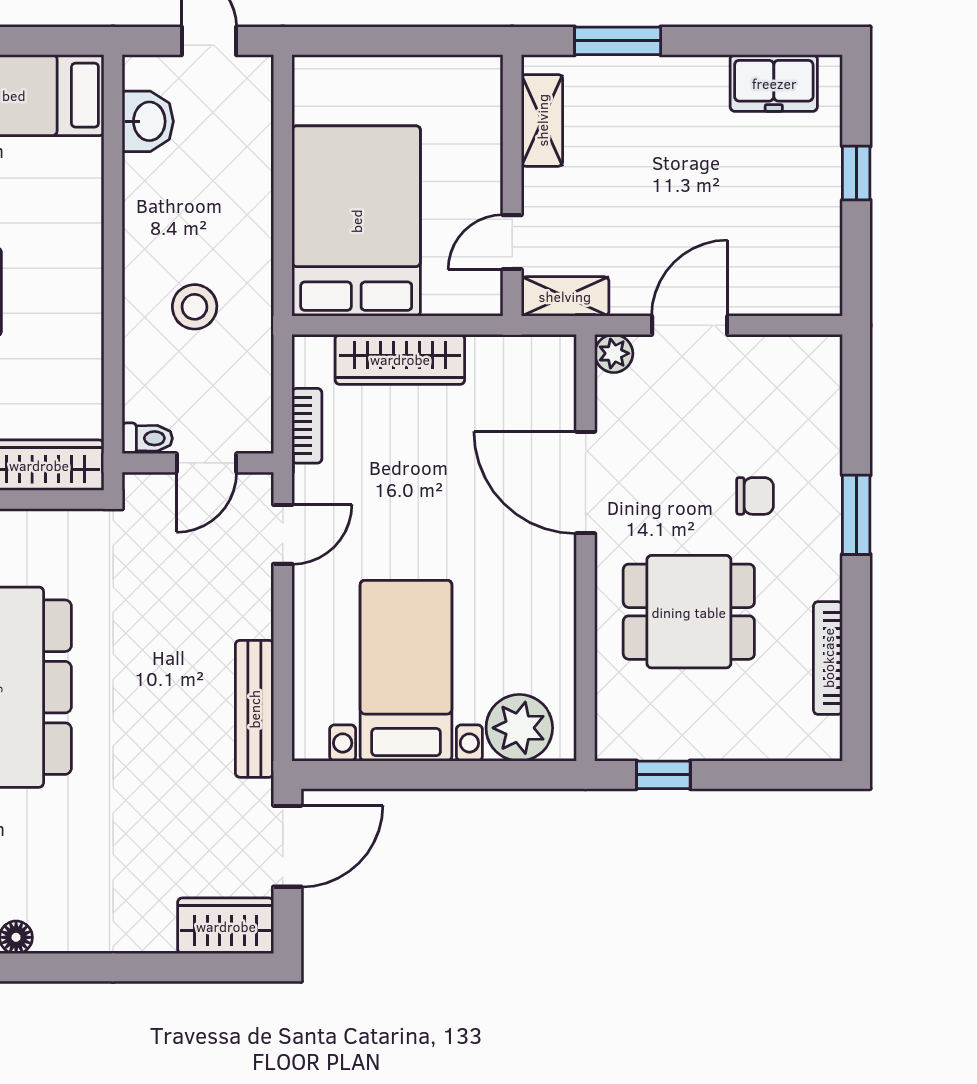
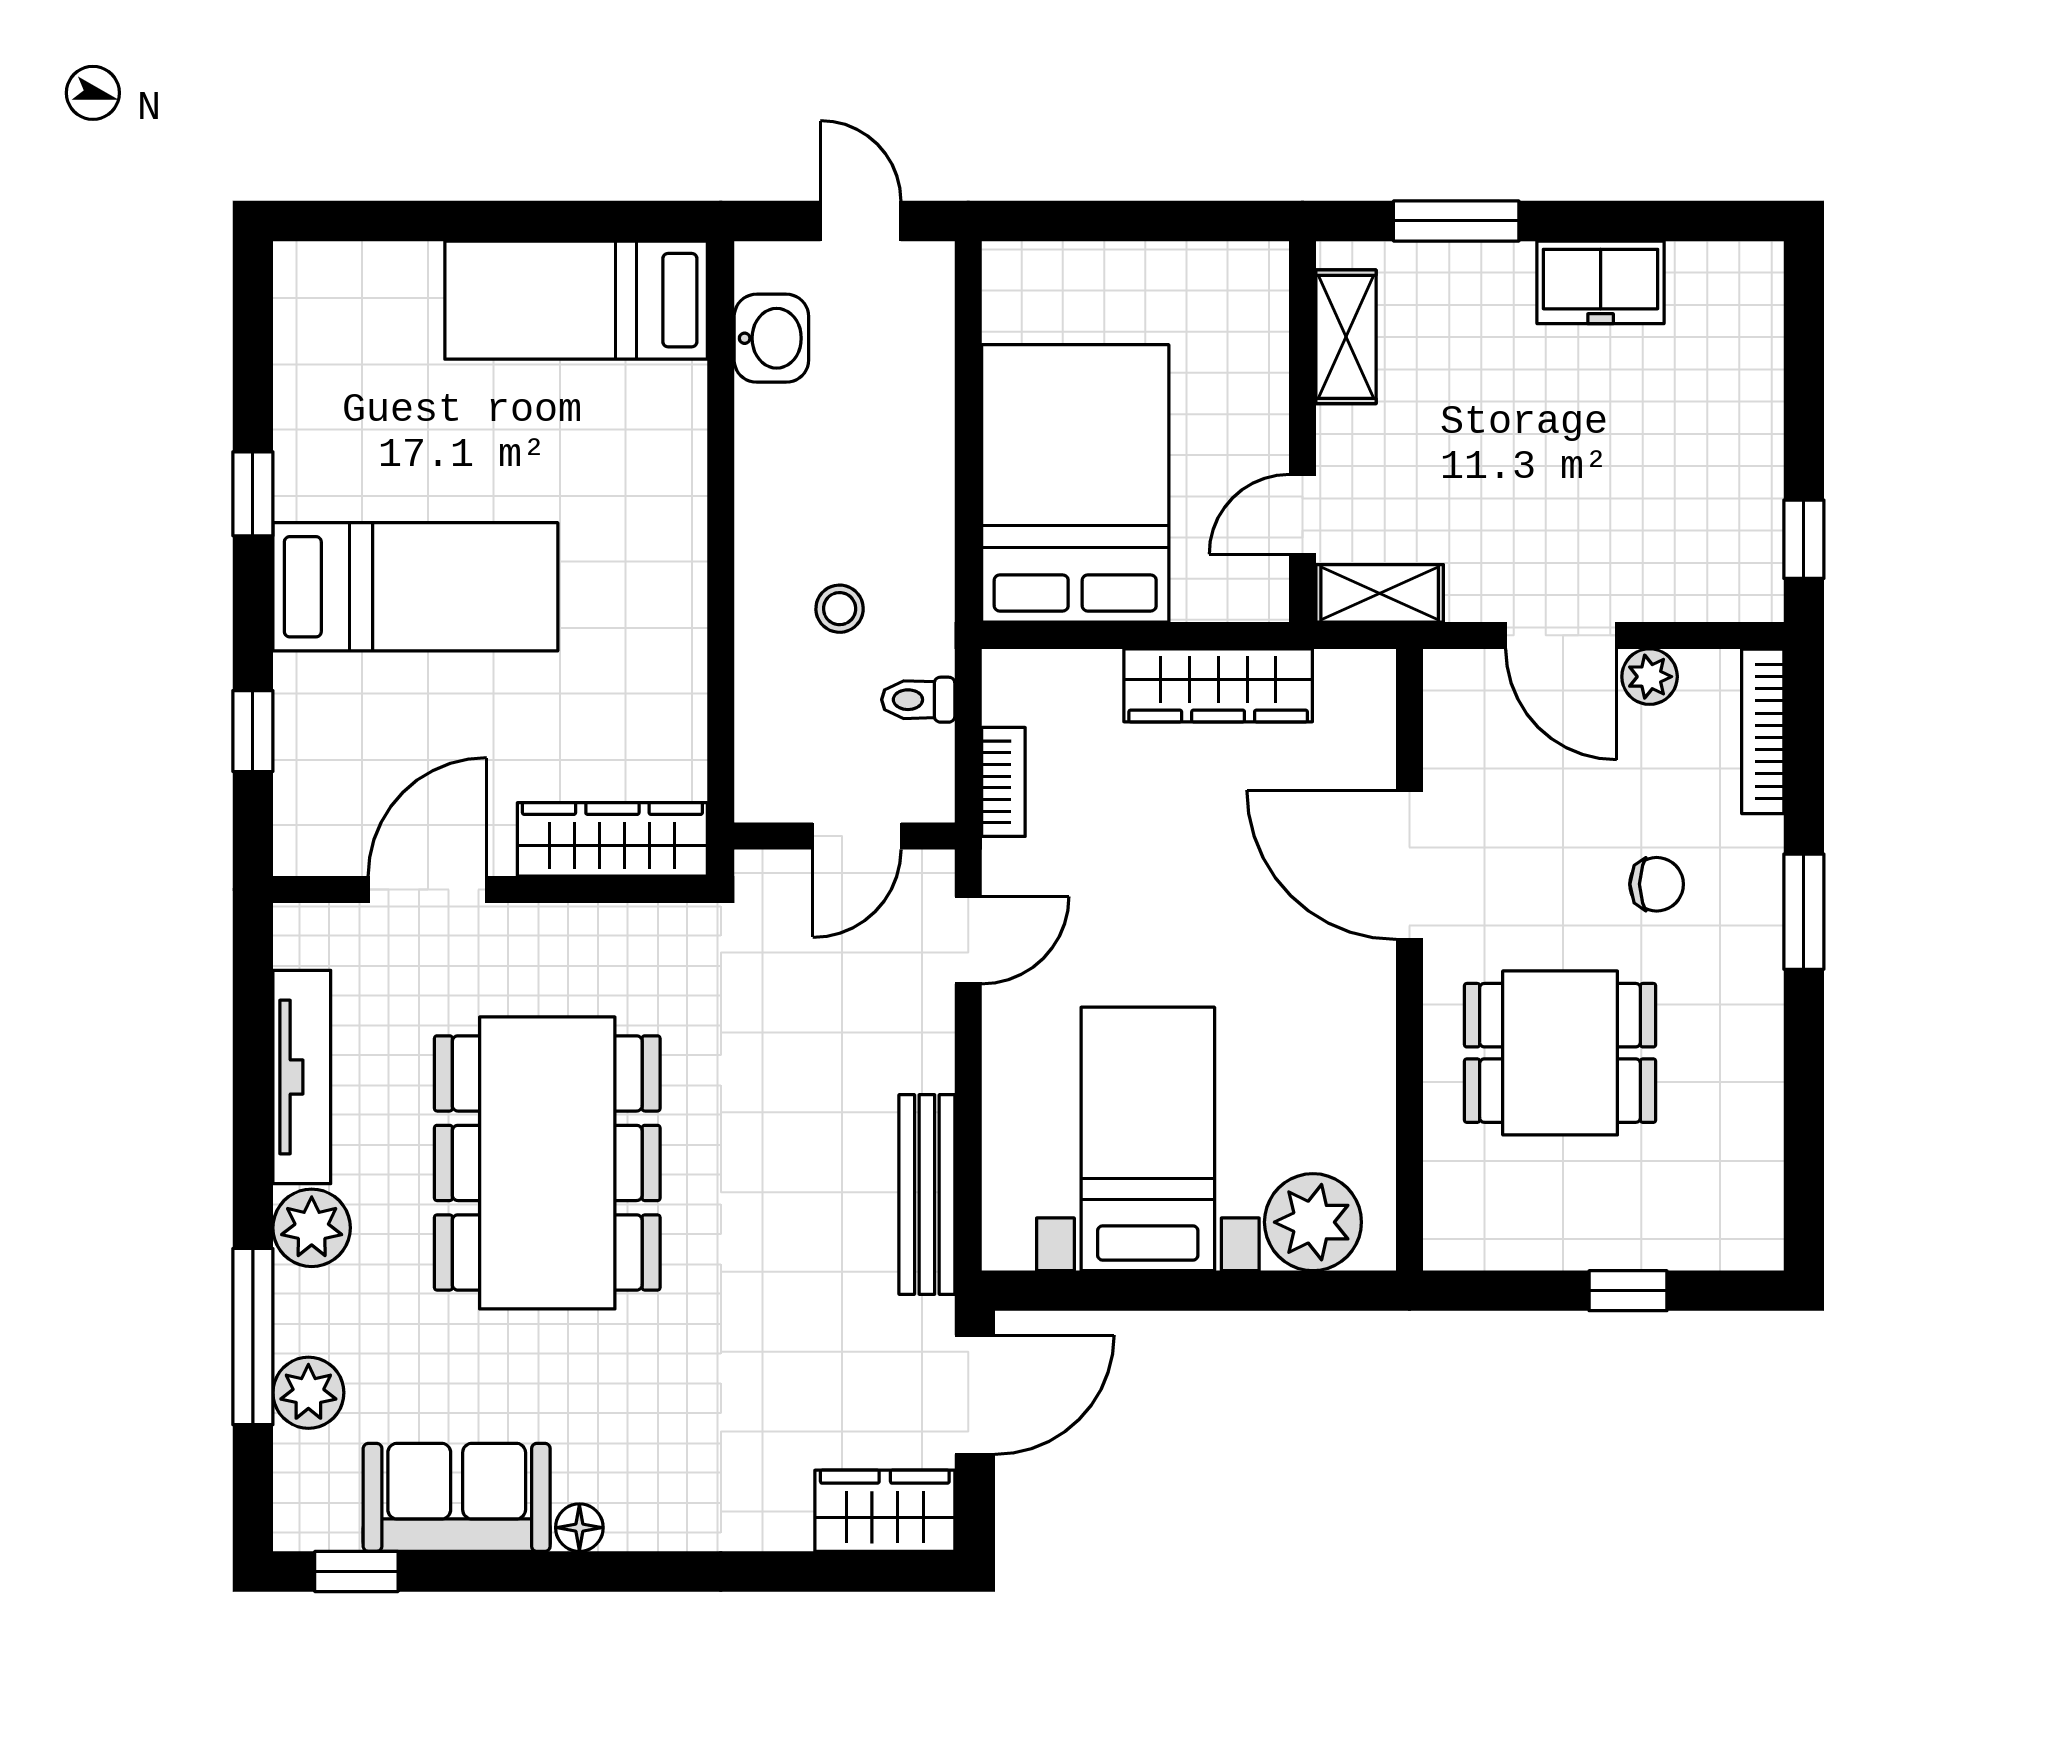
freezer: (774, 83) -> (1601, 282), moved
window: (856, 173) -> (1804, 539), moved
stool: (195, 307) -> (840, 609), width x0.73, depth x0.73
door: (690, 325) -> (1561, 635), swing flipped
plant: (614, 353) -> (1650, 677), moved
wardrobe: (400, 359) -> (1218, 685), moved
toilet: (147, 438) -> (918, 700), moved, turned 180
bookcase: (828, 658) -> (1763, 731), moved
window: (663, 775) -> (1628, 1291), moved

